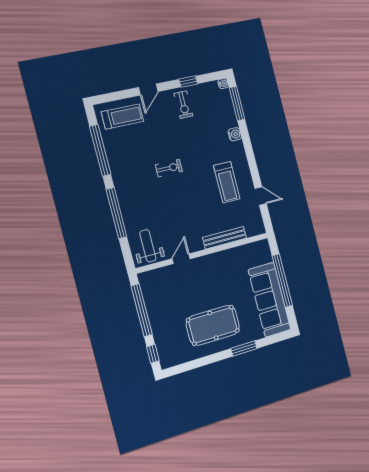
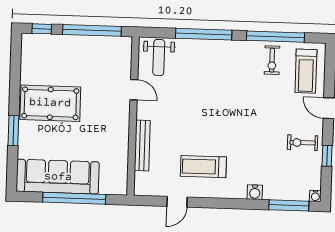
exercise bike: (169, 168) -> (272, 60), moved
weight bench: (148, 246) -> (159, 57), turned 90
pool table: (213, 325) -> (50, 103), turned 90

